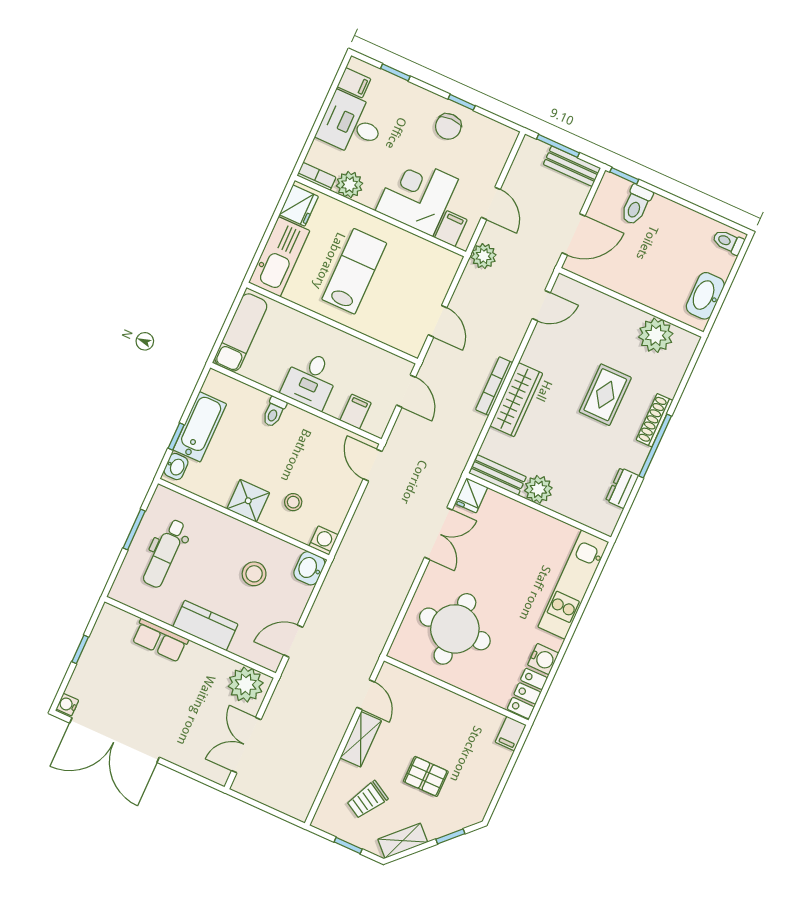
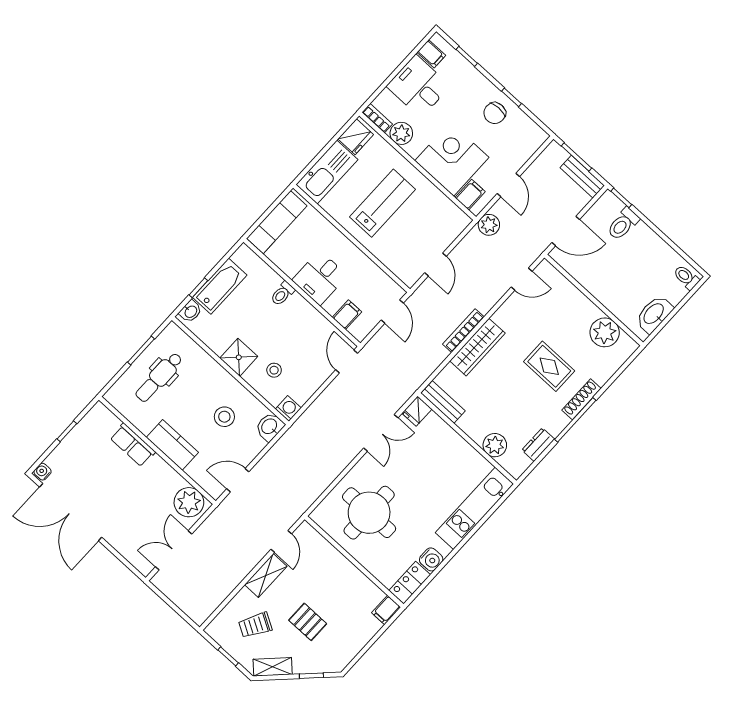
rug: (605, 395) -> (549, 366), turned 90
plant: (538, 489) -> (495, 445), moved

